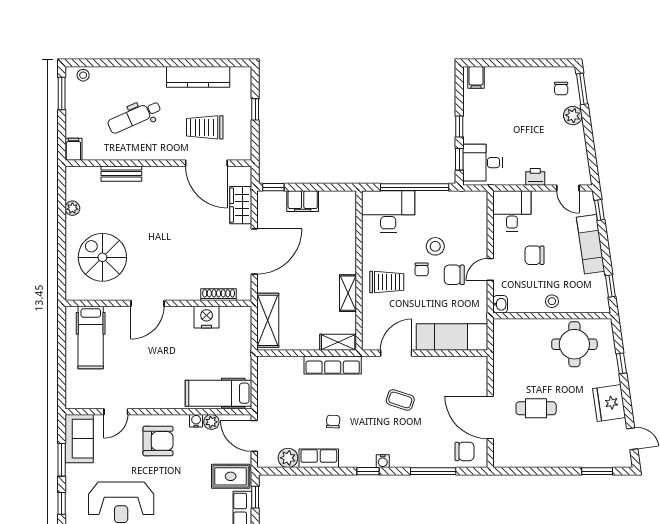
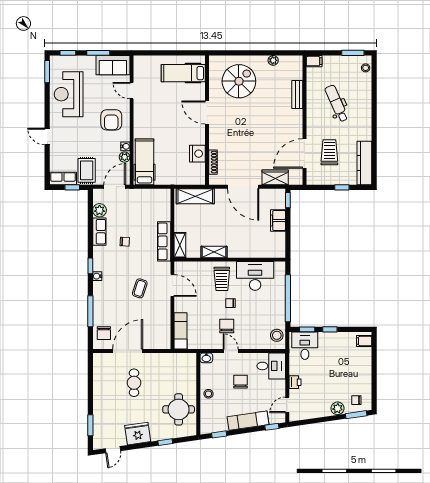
kitchen counter: (198, 77) -> (364, 163), moved
desk: (388, 211) -> (255, 276), moved, turned -90
stool: (435, 246) -> (277, 335), moved
exam couch: (452, 337) -> (181, 331), width x0.73, depth x0.69

